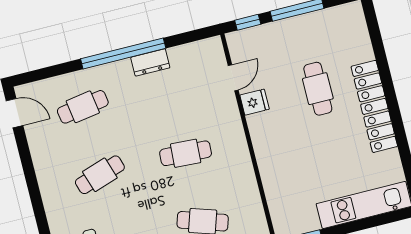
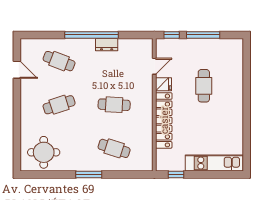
locker: (374, 106) -> (164, 120), moved, turned 180
cafe table: (83, 107) -> (59, 61), turned 30
door: (15, 113) -> (17, 70), moved

